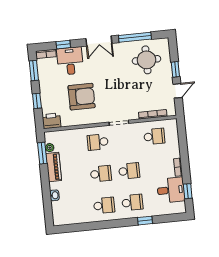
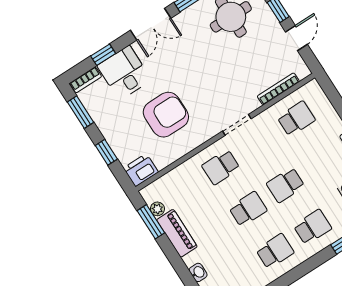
school desk: (129, 171) -> (286, 185), turned 180

